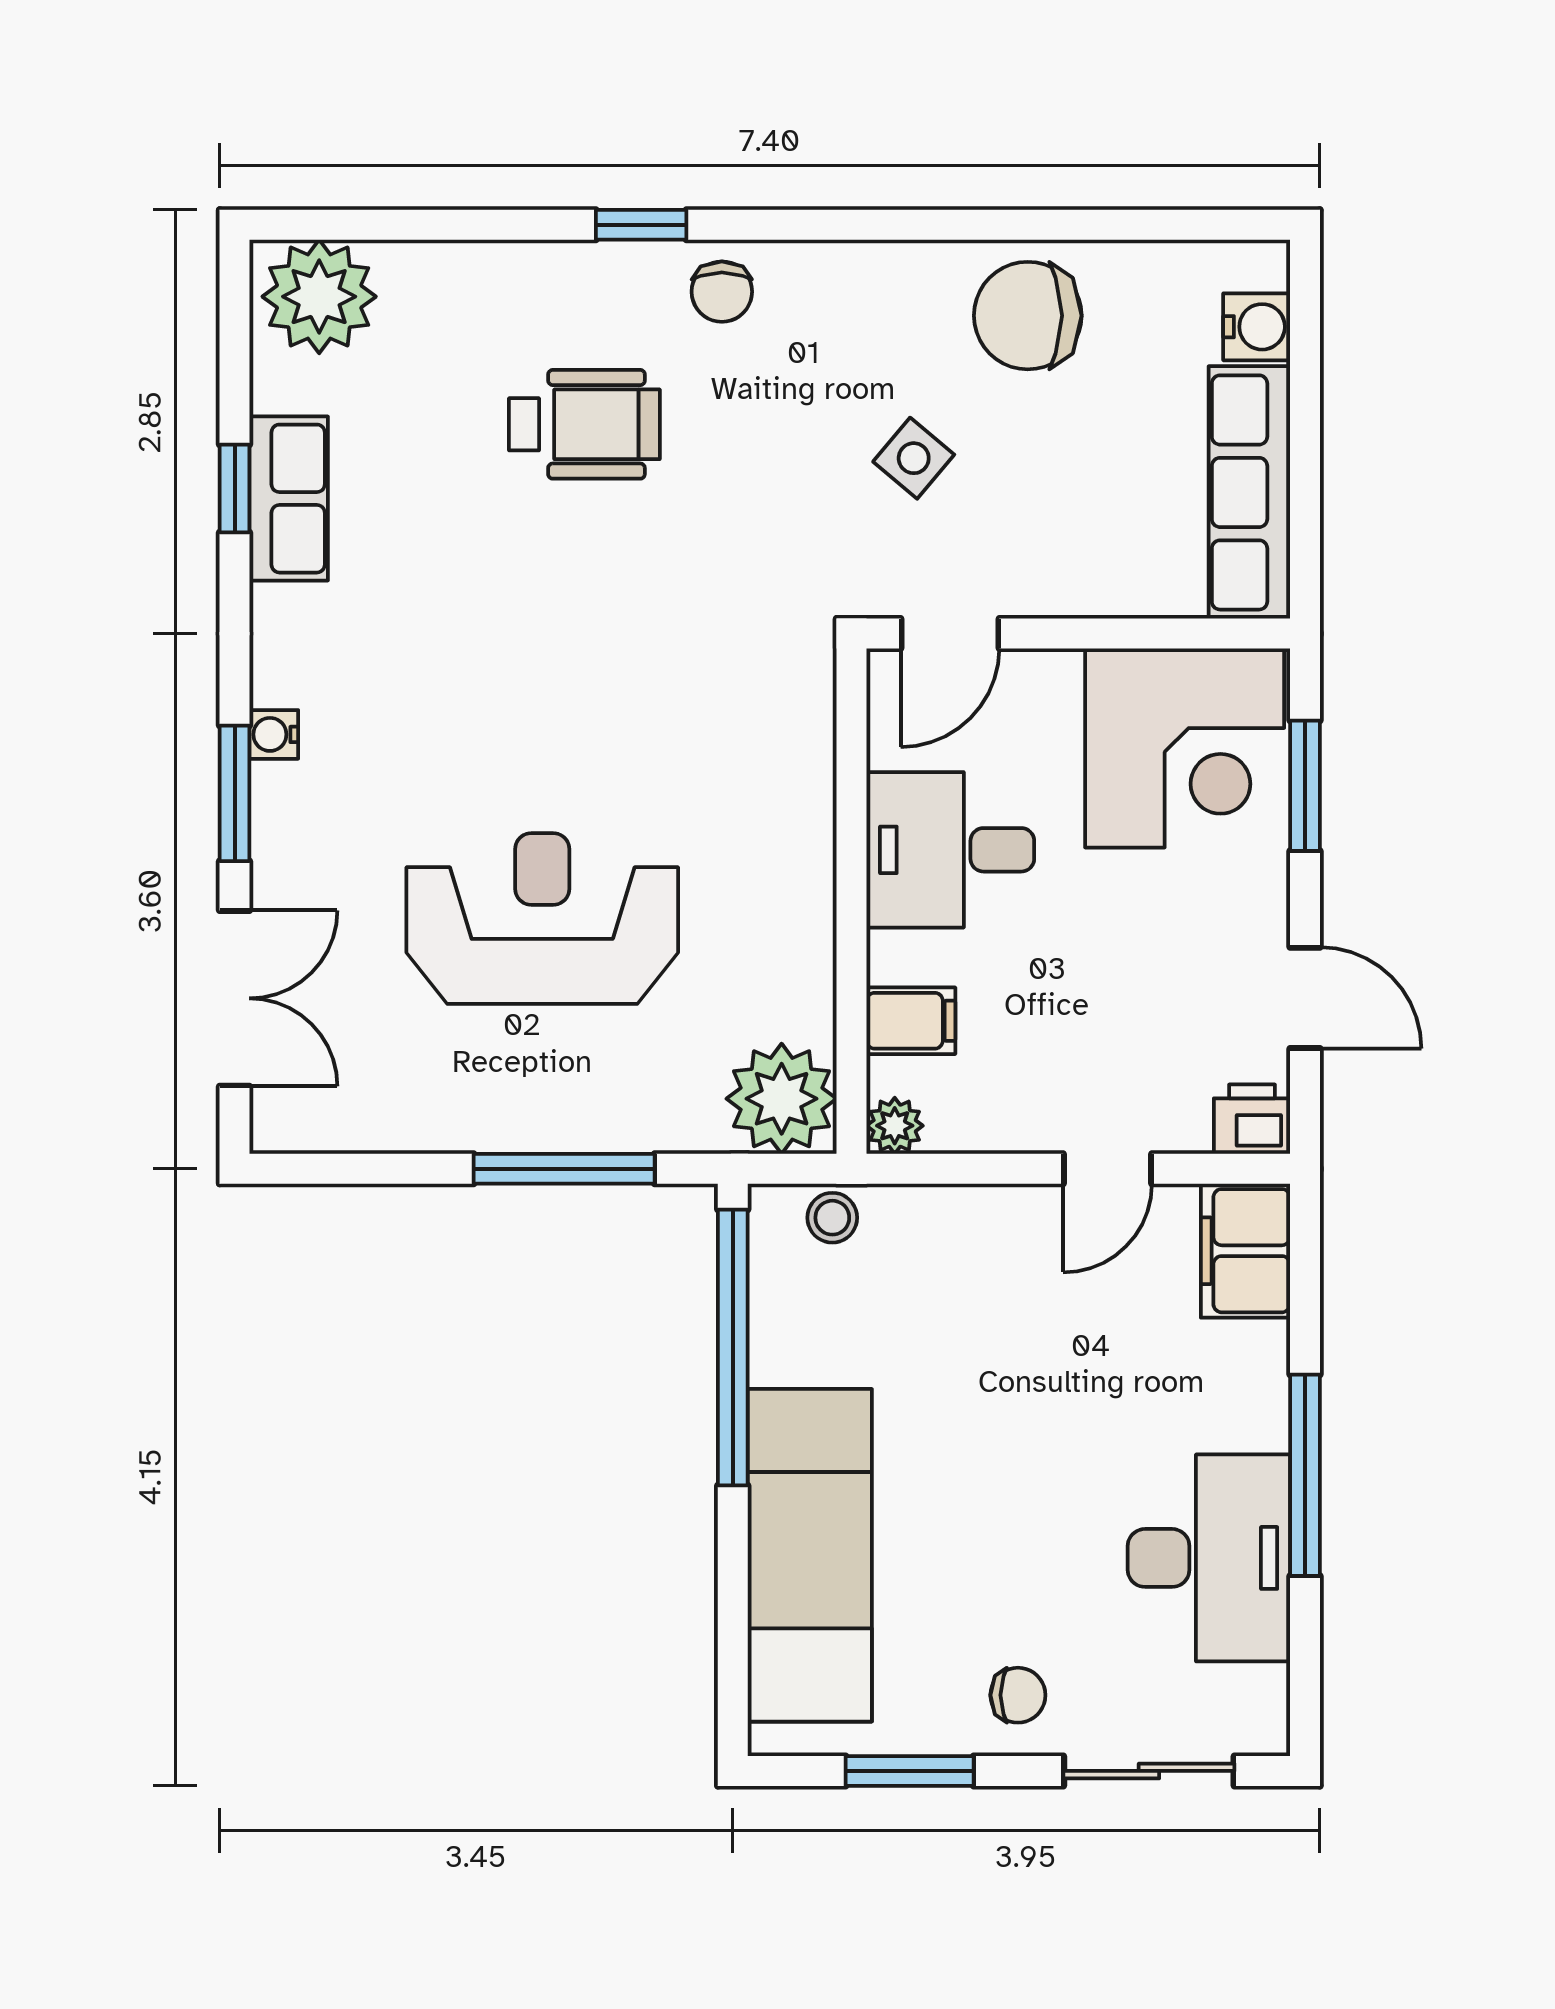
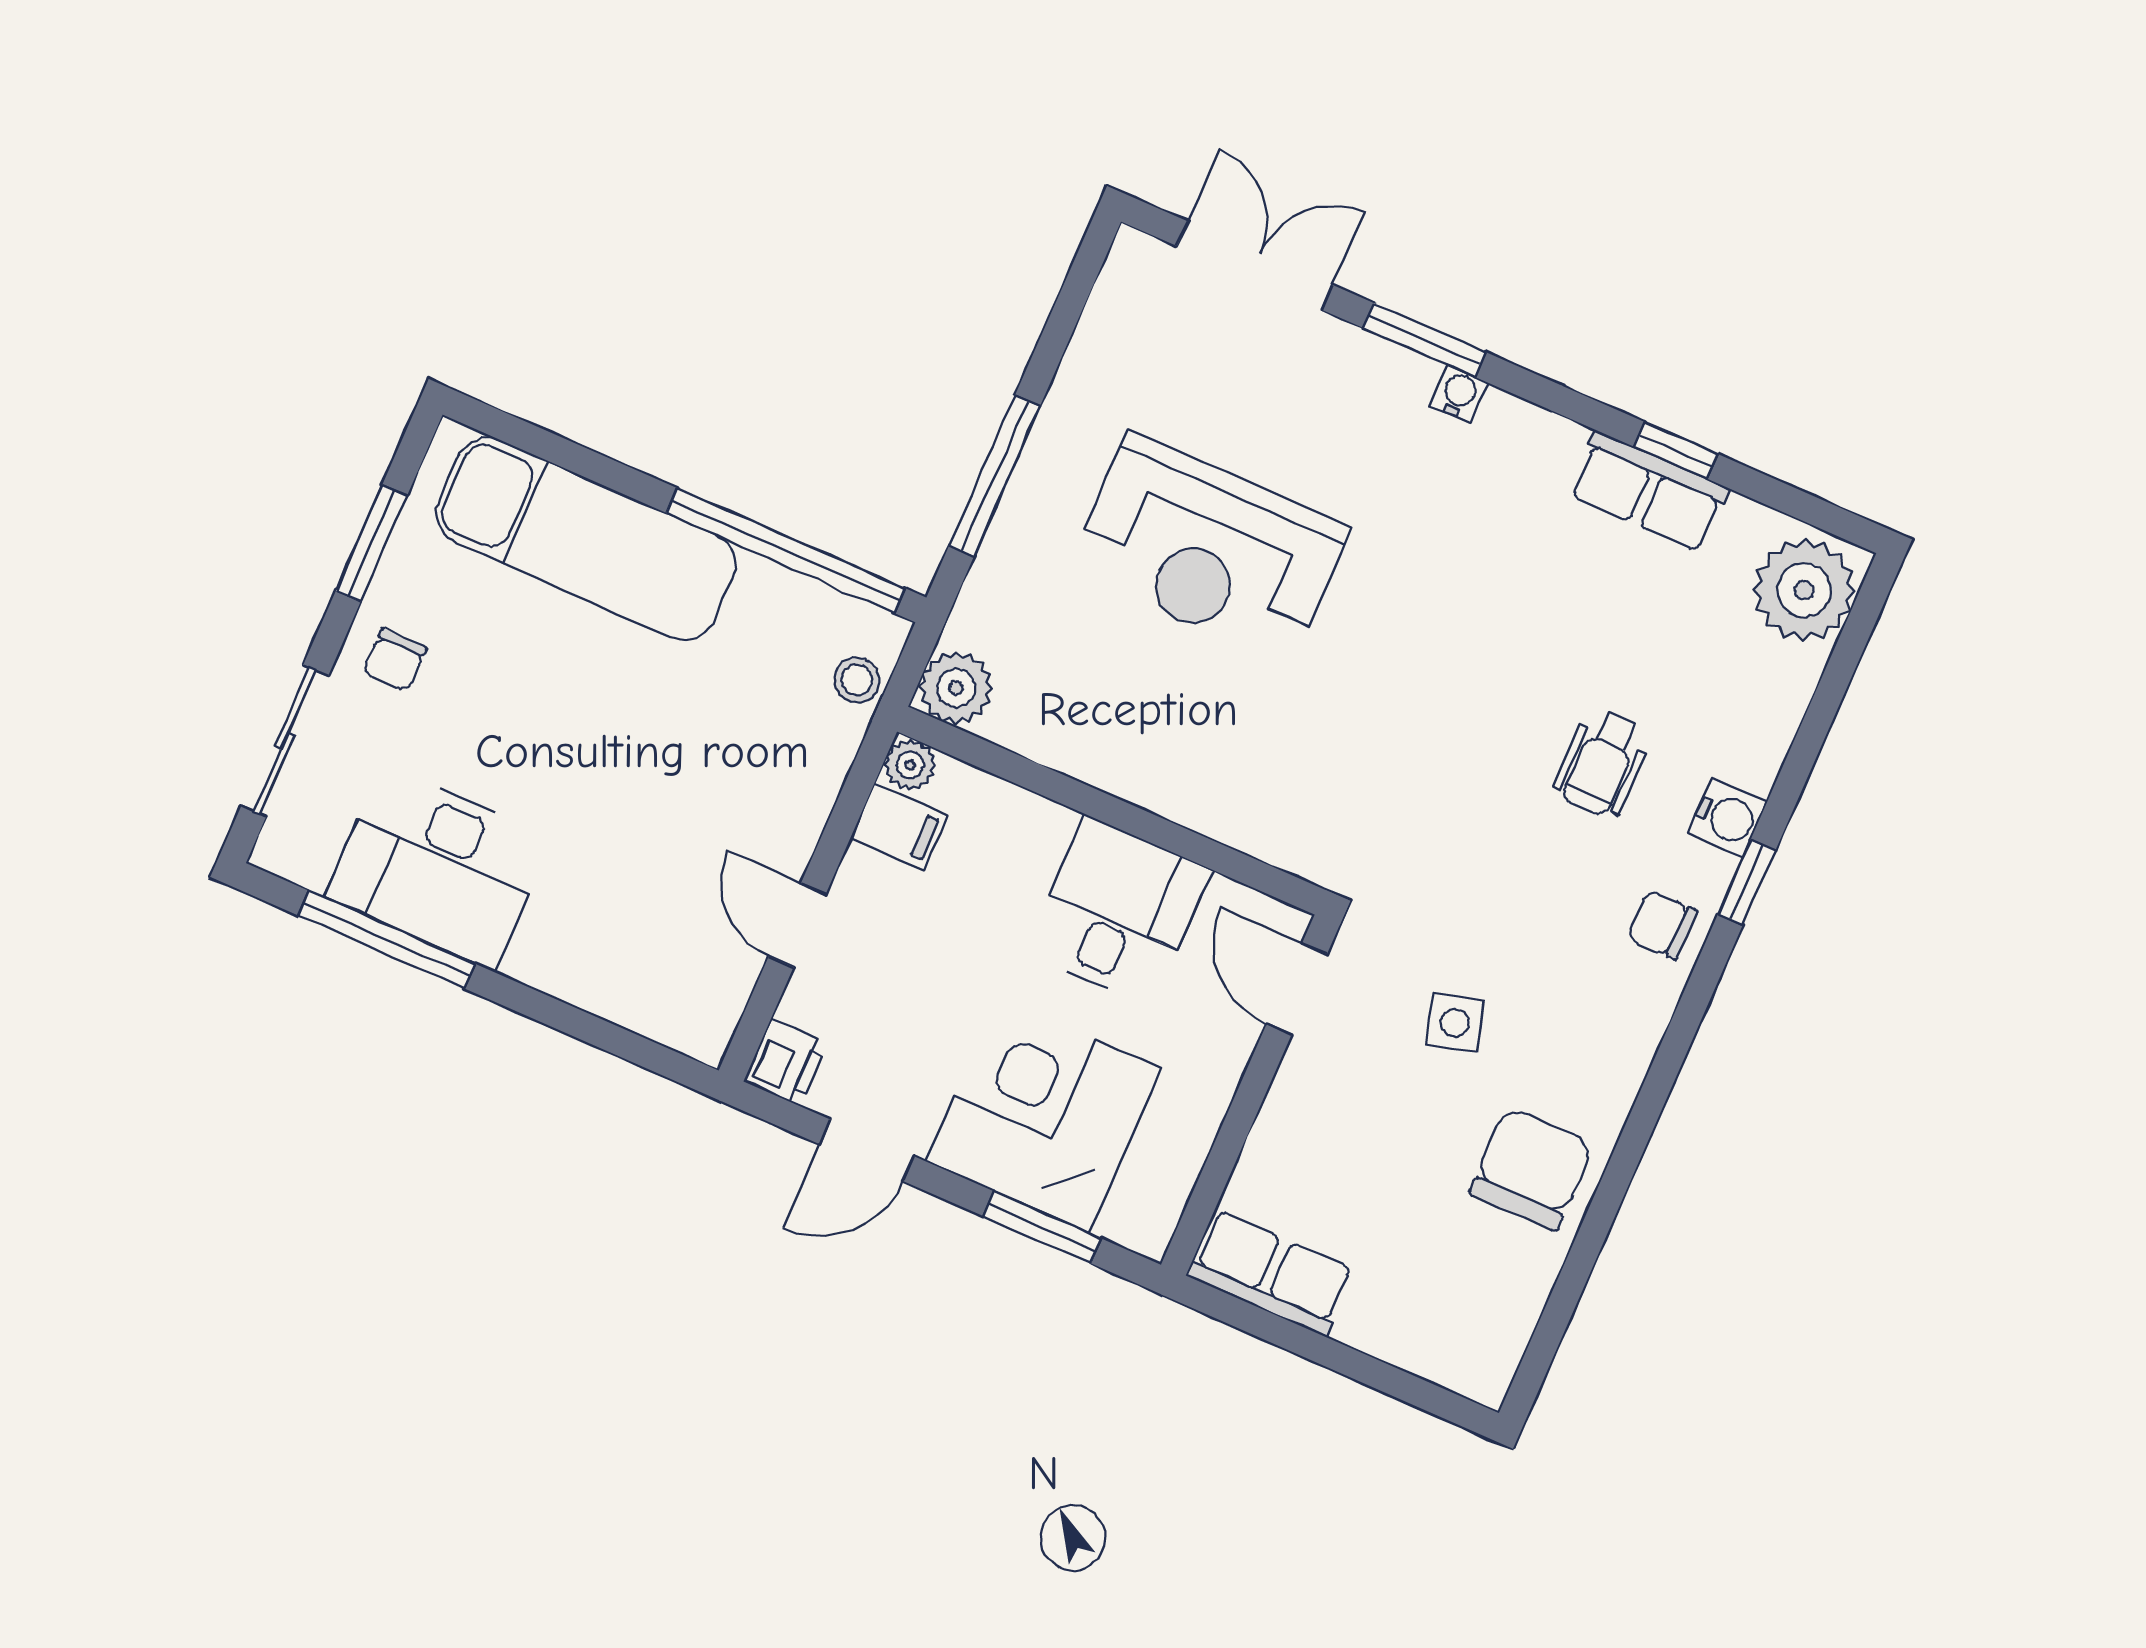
water cooler: (1257, 327) -> (1727, 818), moved, turned -90
wheelchair: (584, 424) -> (1602, 763), width x0.73, depth x0.73
side table: (914, 458) -> (1455, 1023), turned 34
row of seats: (1249, 492) -> (1271, 1273), width x0.68
corner desk: (1185, 748) -> (1043, 1115), moved, turned 90
reception desk: (542, 918) -> (1209, 549), turned 90
double door: (235, 998) -> (1255, 266), swing flipped
filing cabinet: (911, 1021) -> (899, 827), moved, turned -90
plant: (782, 1099) -> (956, 688), width x0.73, depth x0.73
filing cabinet: (1246, 1251) -> (680, 1009), removed
window: (1305, 1475) -> (387, 940), moved

